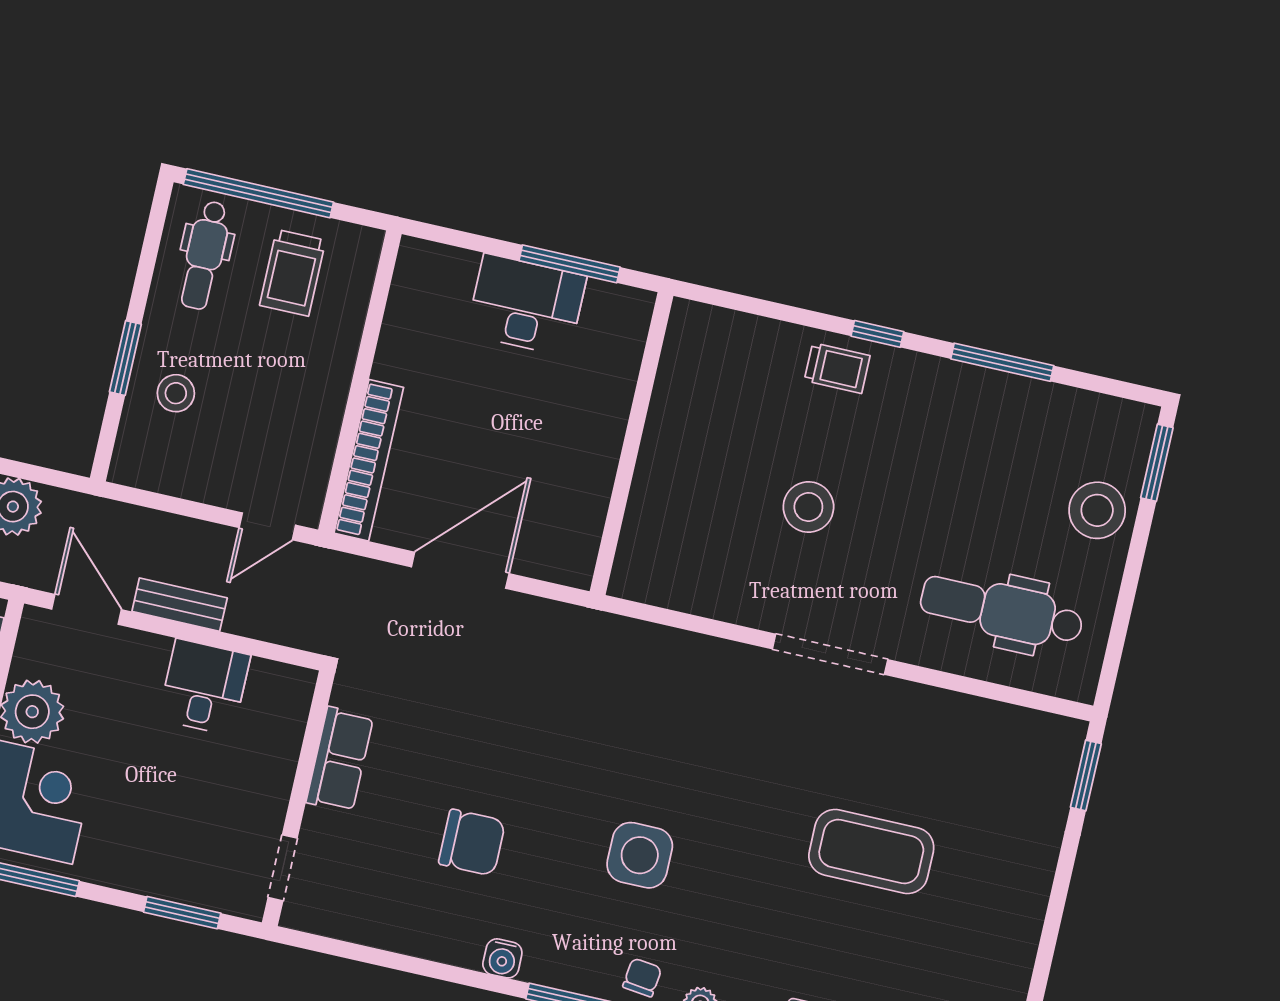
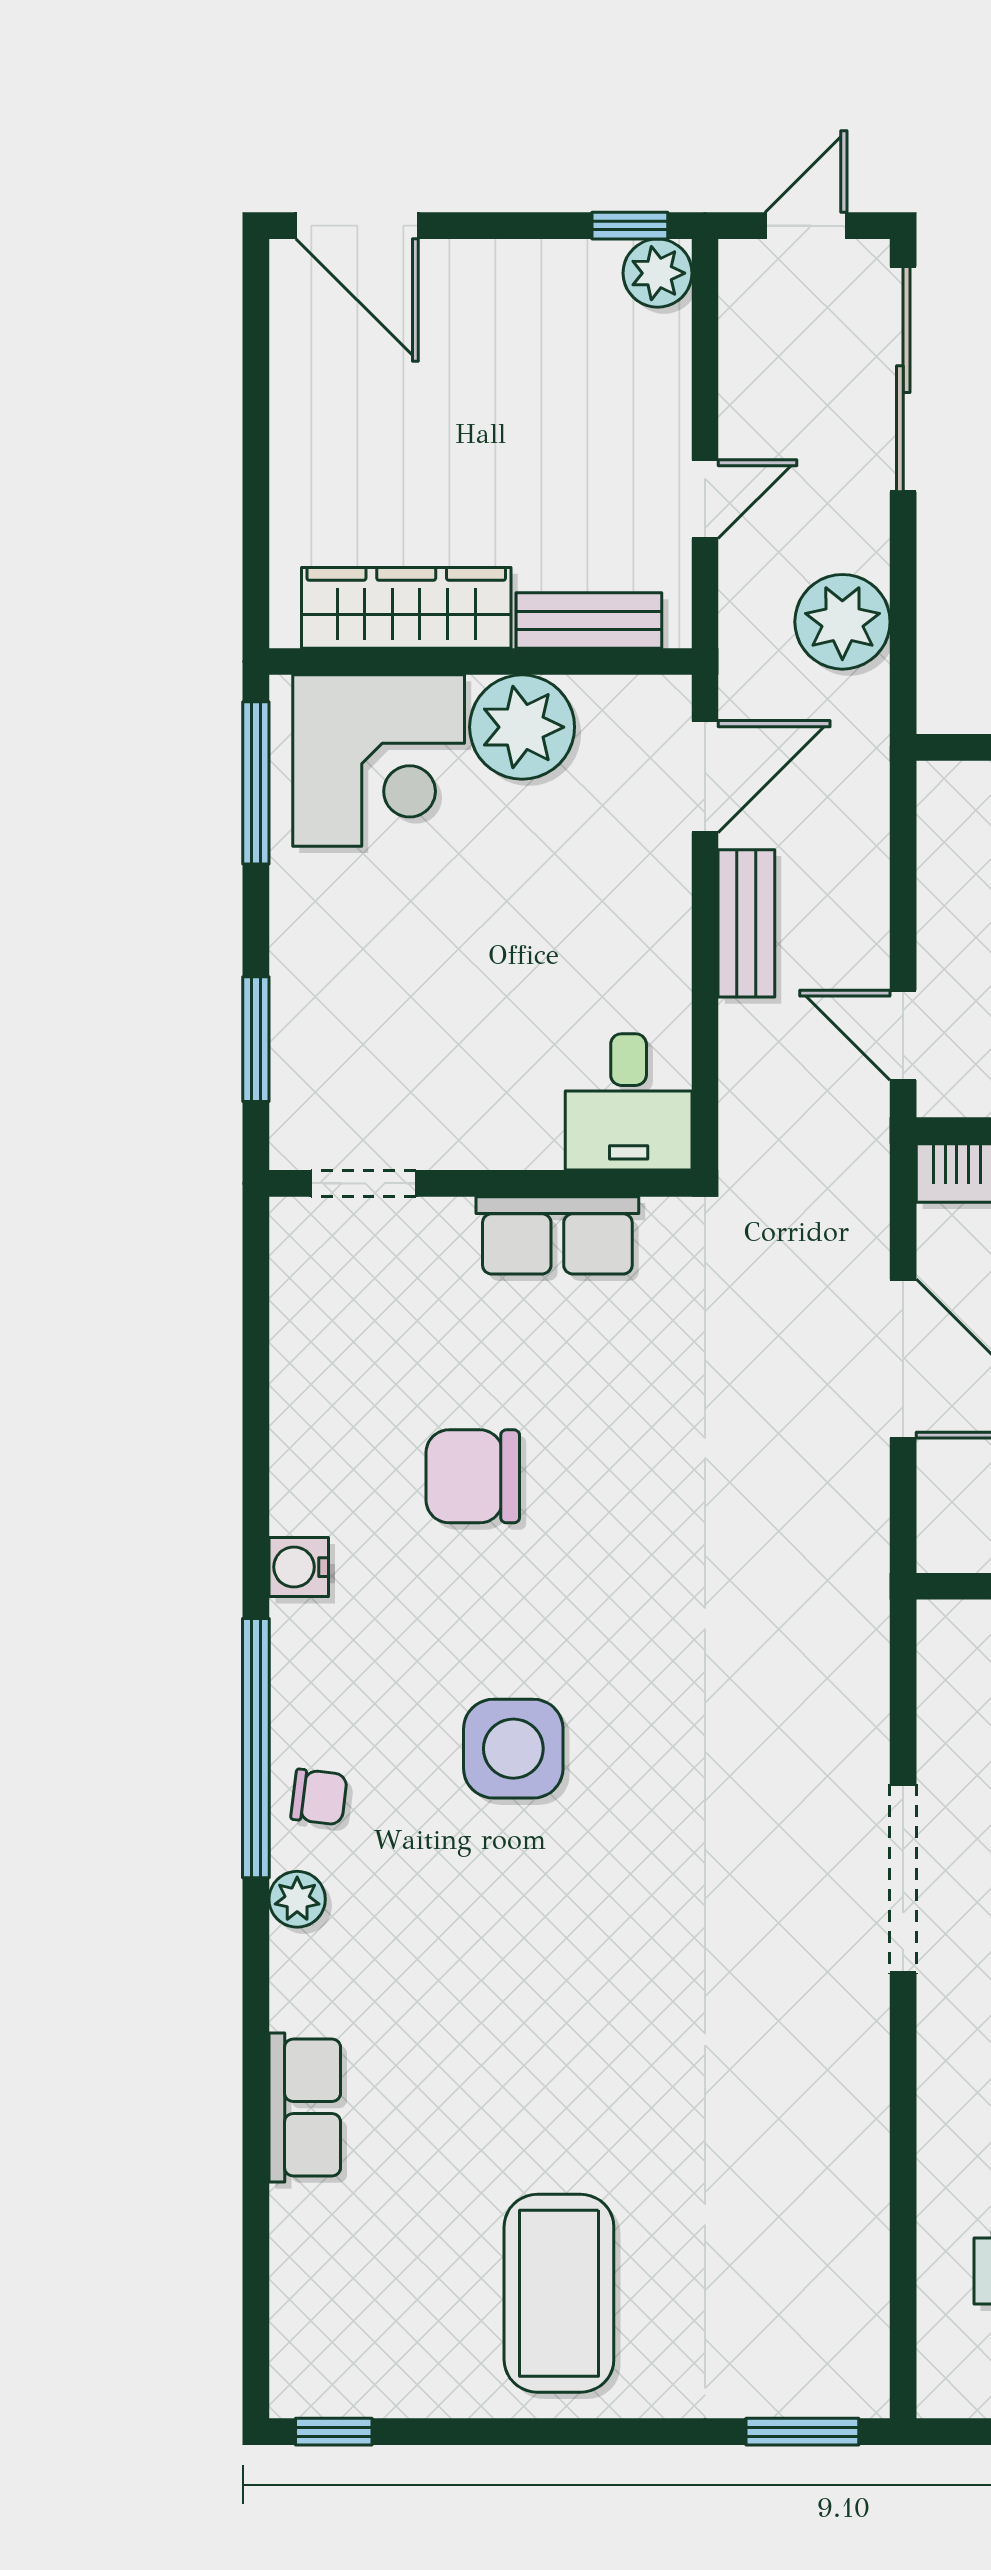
doorway: (830, 654) -> (903, 1878), moved
desk: (204, 687) -> (629, 1102), moved, turned 90
chair: (472, 842) -> (473, 1476), turned 90
coffee table: (871, 852) -> (559, 2293), moved

